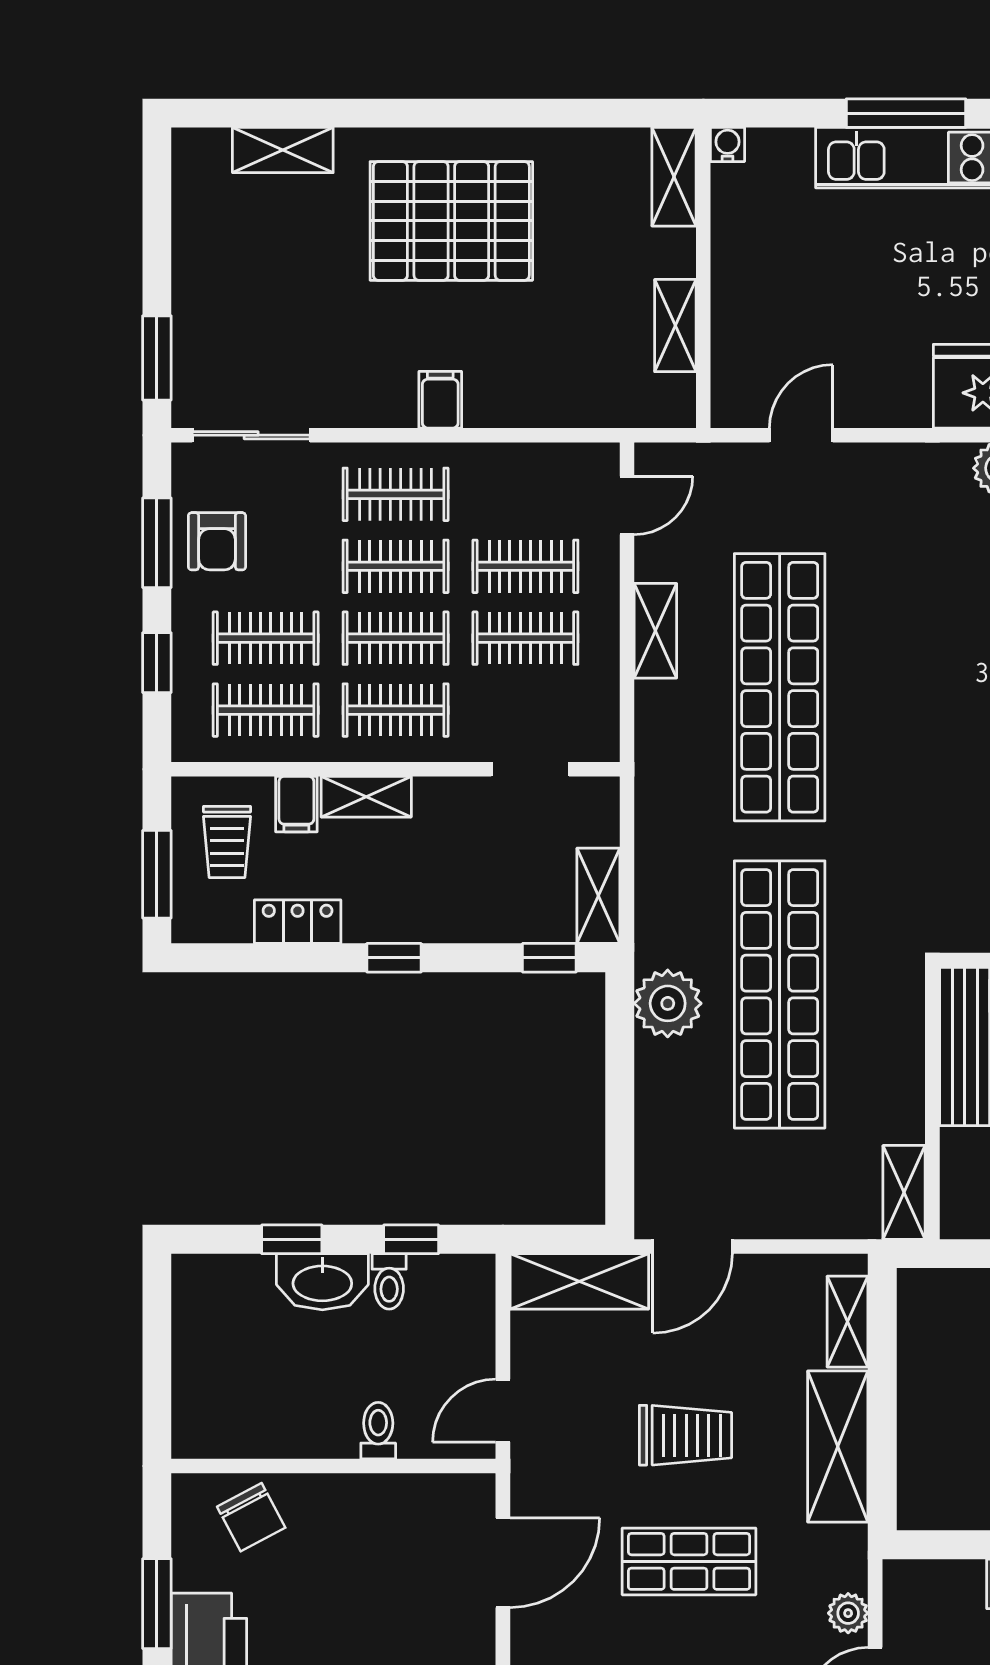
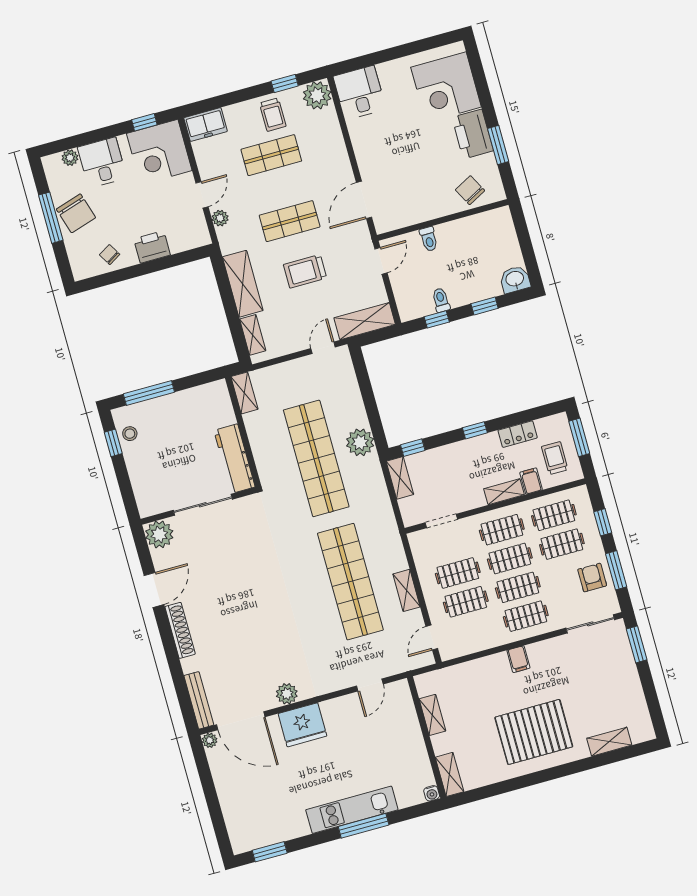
door: (693, 1246) -> (323, 348), width x0.73
washbasin: (322, 1282) -> (515, 279), moved, width x0.72

